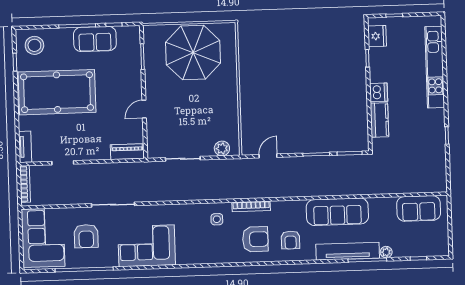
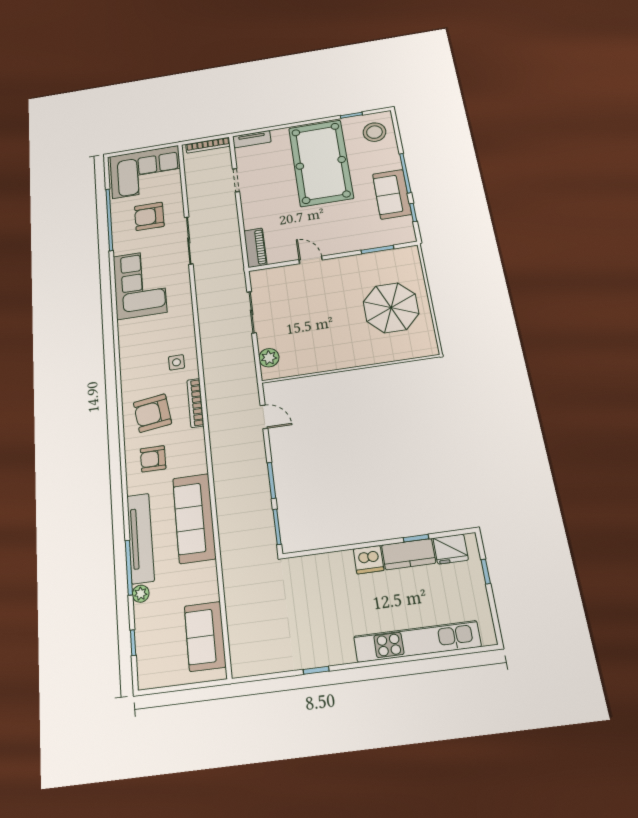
parasol: (193, 53) -> (391, 308), width x0.73, depth x0.73
kitchen counter: (379, 120) -> (409, 554), moved
armchair: (255, 239) -> (152, 413), turned 82

